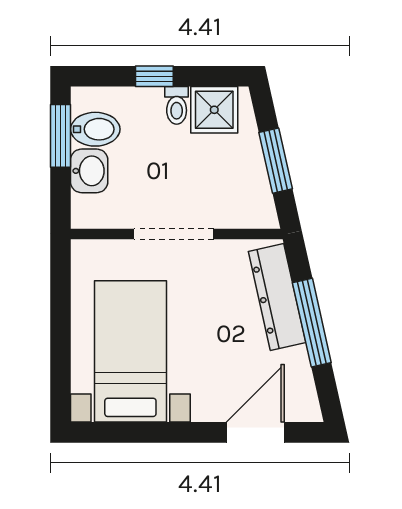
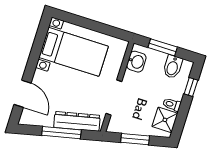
window: (154, 76) -> (191, 87), moved
window: (60, 136) -> (163, 47), moved
washbasin: (89, 171) -> (136, 62), moved, turned -90
doorway: (174, 234) -> (114, 98), moved

